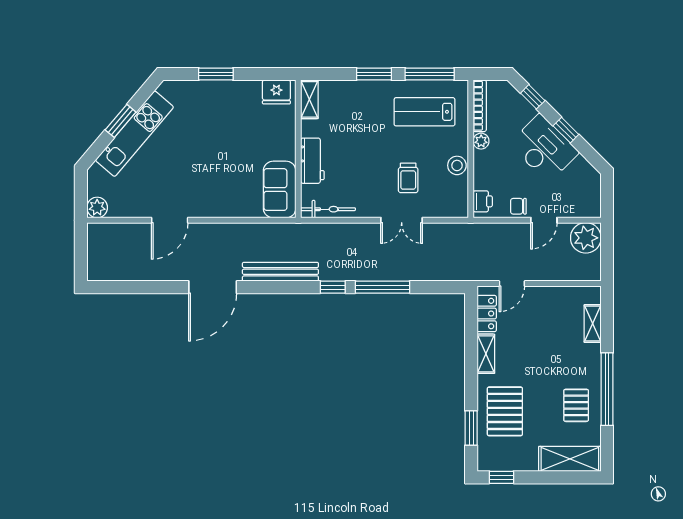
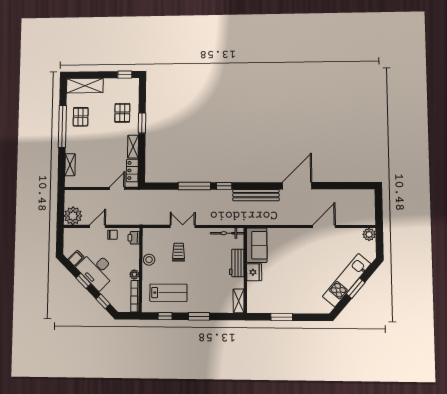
window: (216, 74) -> (282, 317), moved
window: (430, 74) -> (165, 316), width x0.46
fridge: (276, 92) -> (254, 272), moved, turned 90
filing cabinet: (579, 167) -> (76, 258), added
pallet: (505, 411) -> (122, 113), width x0.67, depth x0.71
window: (471, 428) -> (142, 123), moved

